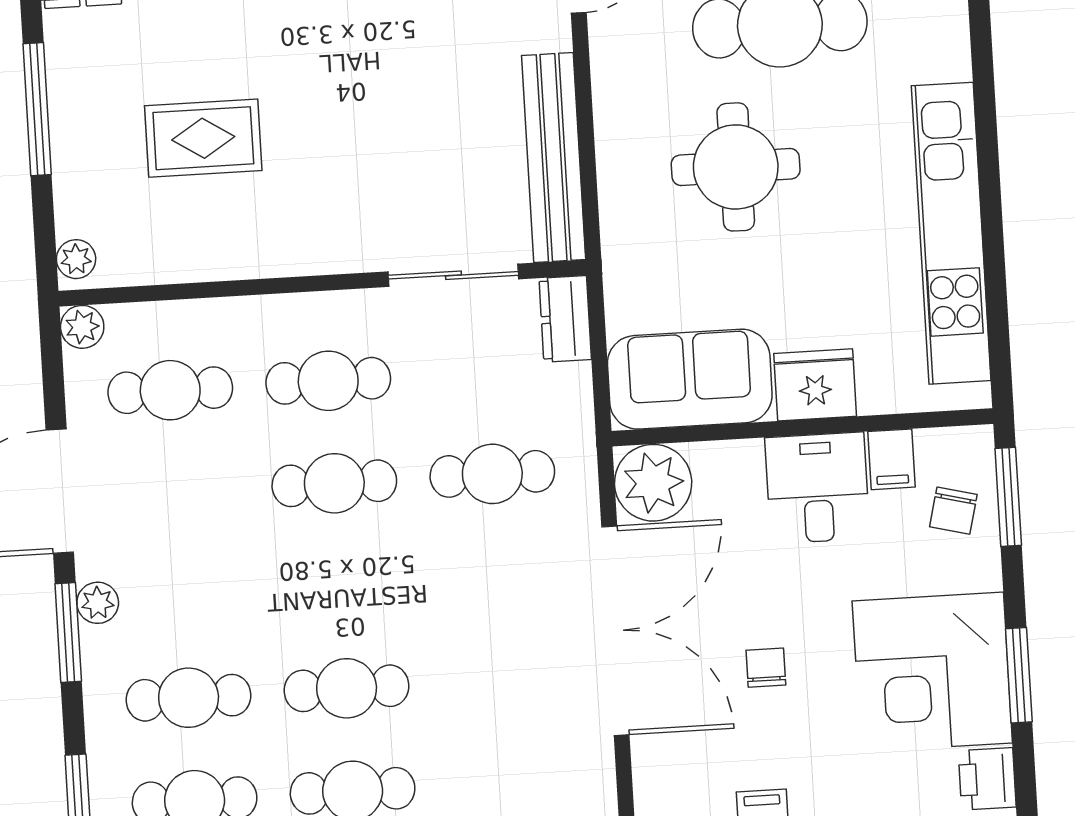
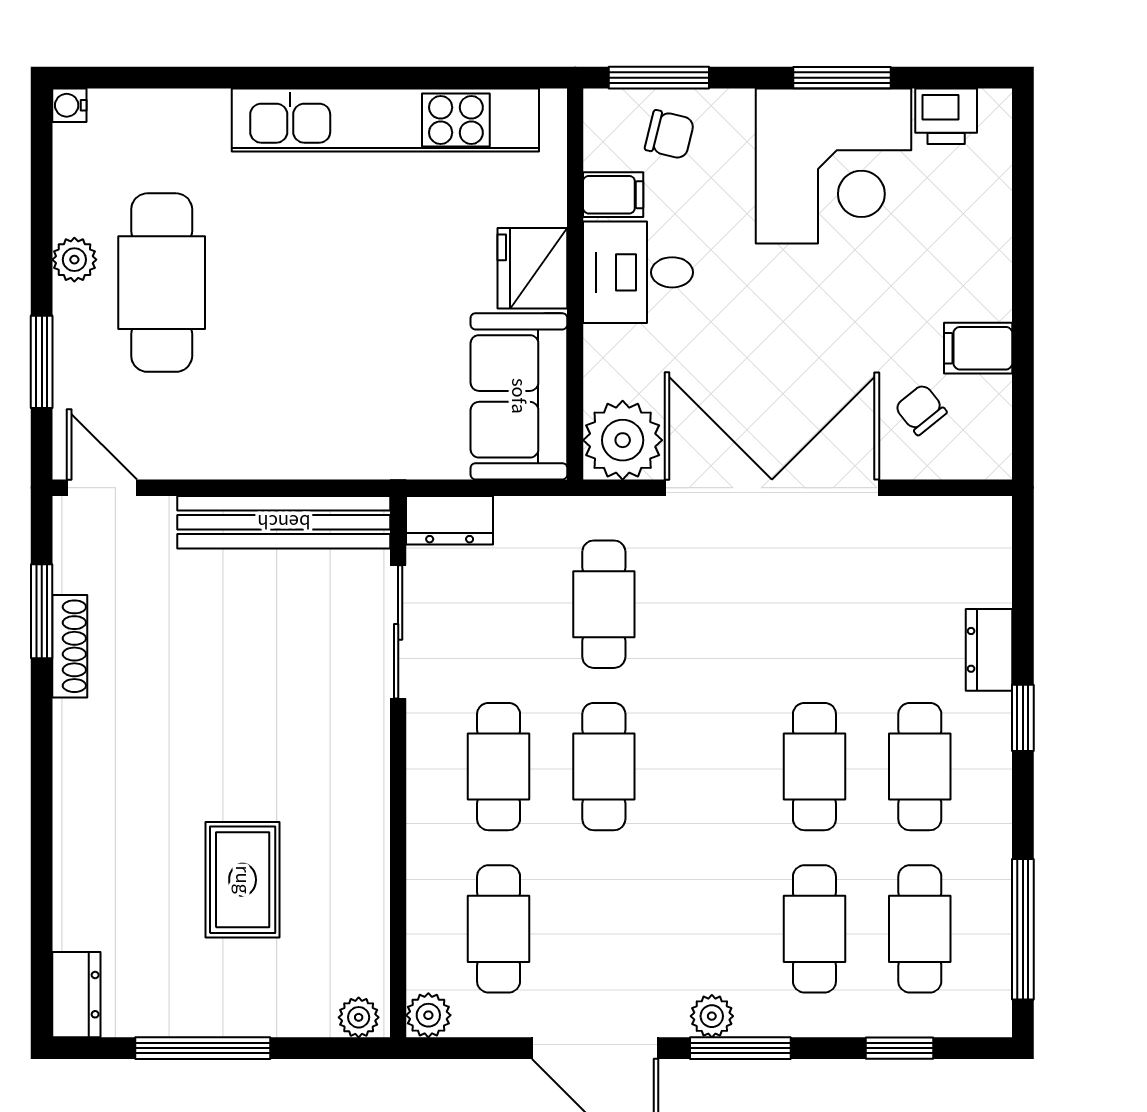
round table: (736, 167) -> (304, 336), removed
chair: (766, 668) -> (921, 410), moved, turned 51

